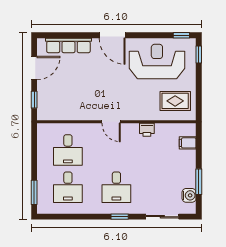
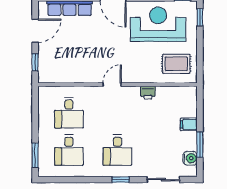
door: (111, 122) -> (112, 85), swing flipped
filing cabinet: (188, 143) -> (189, 124), moved

